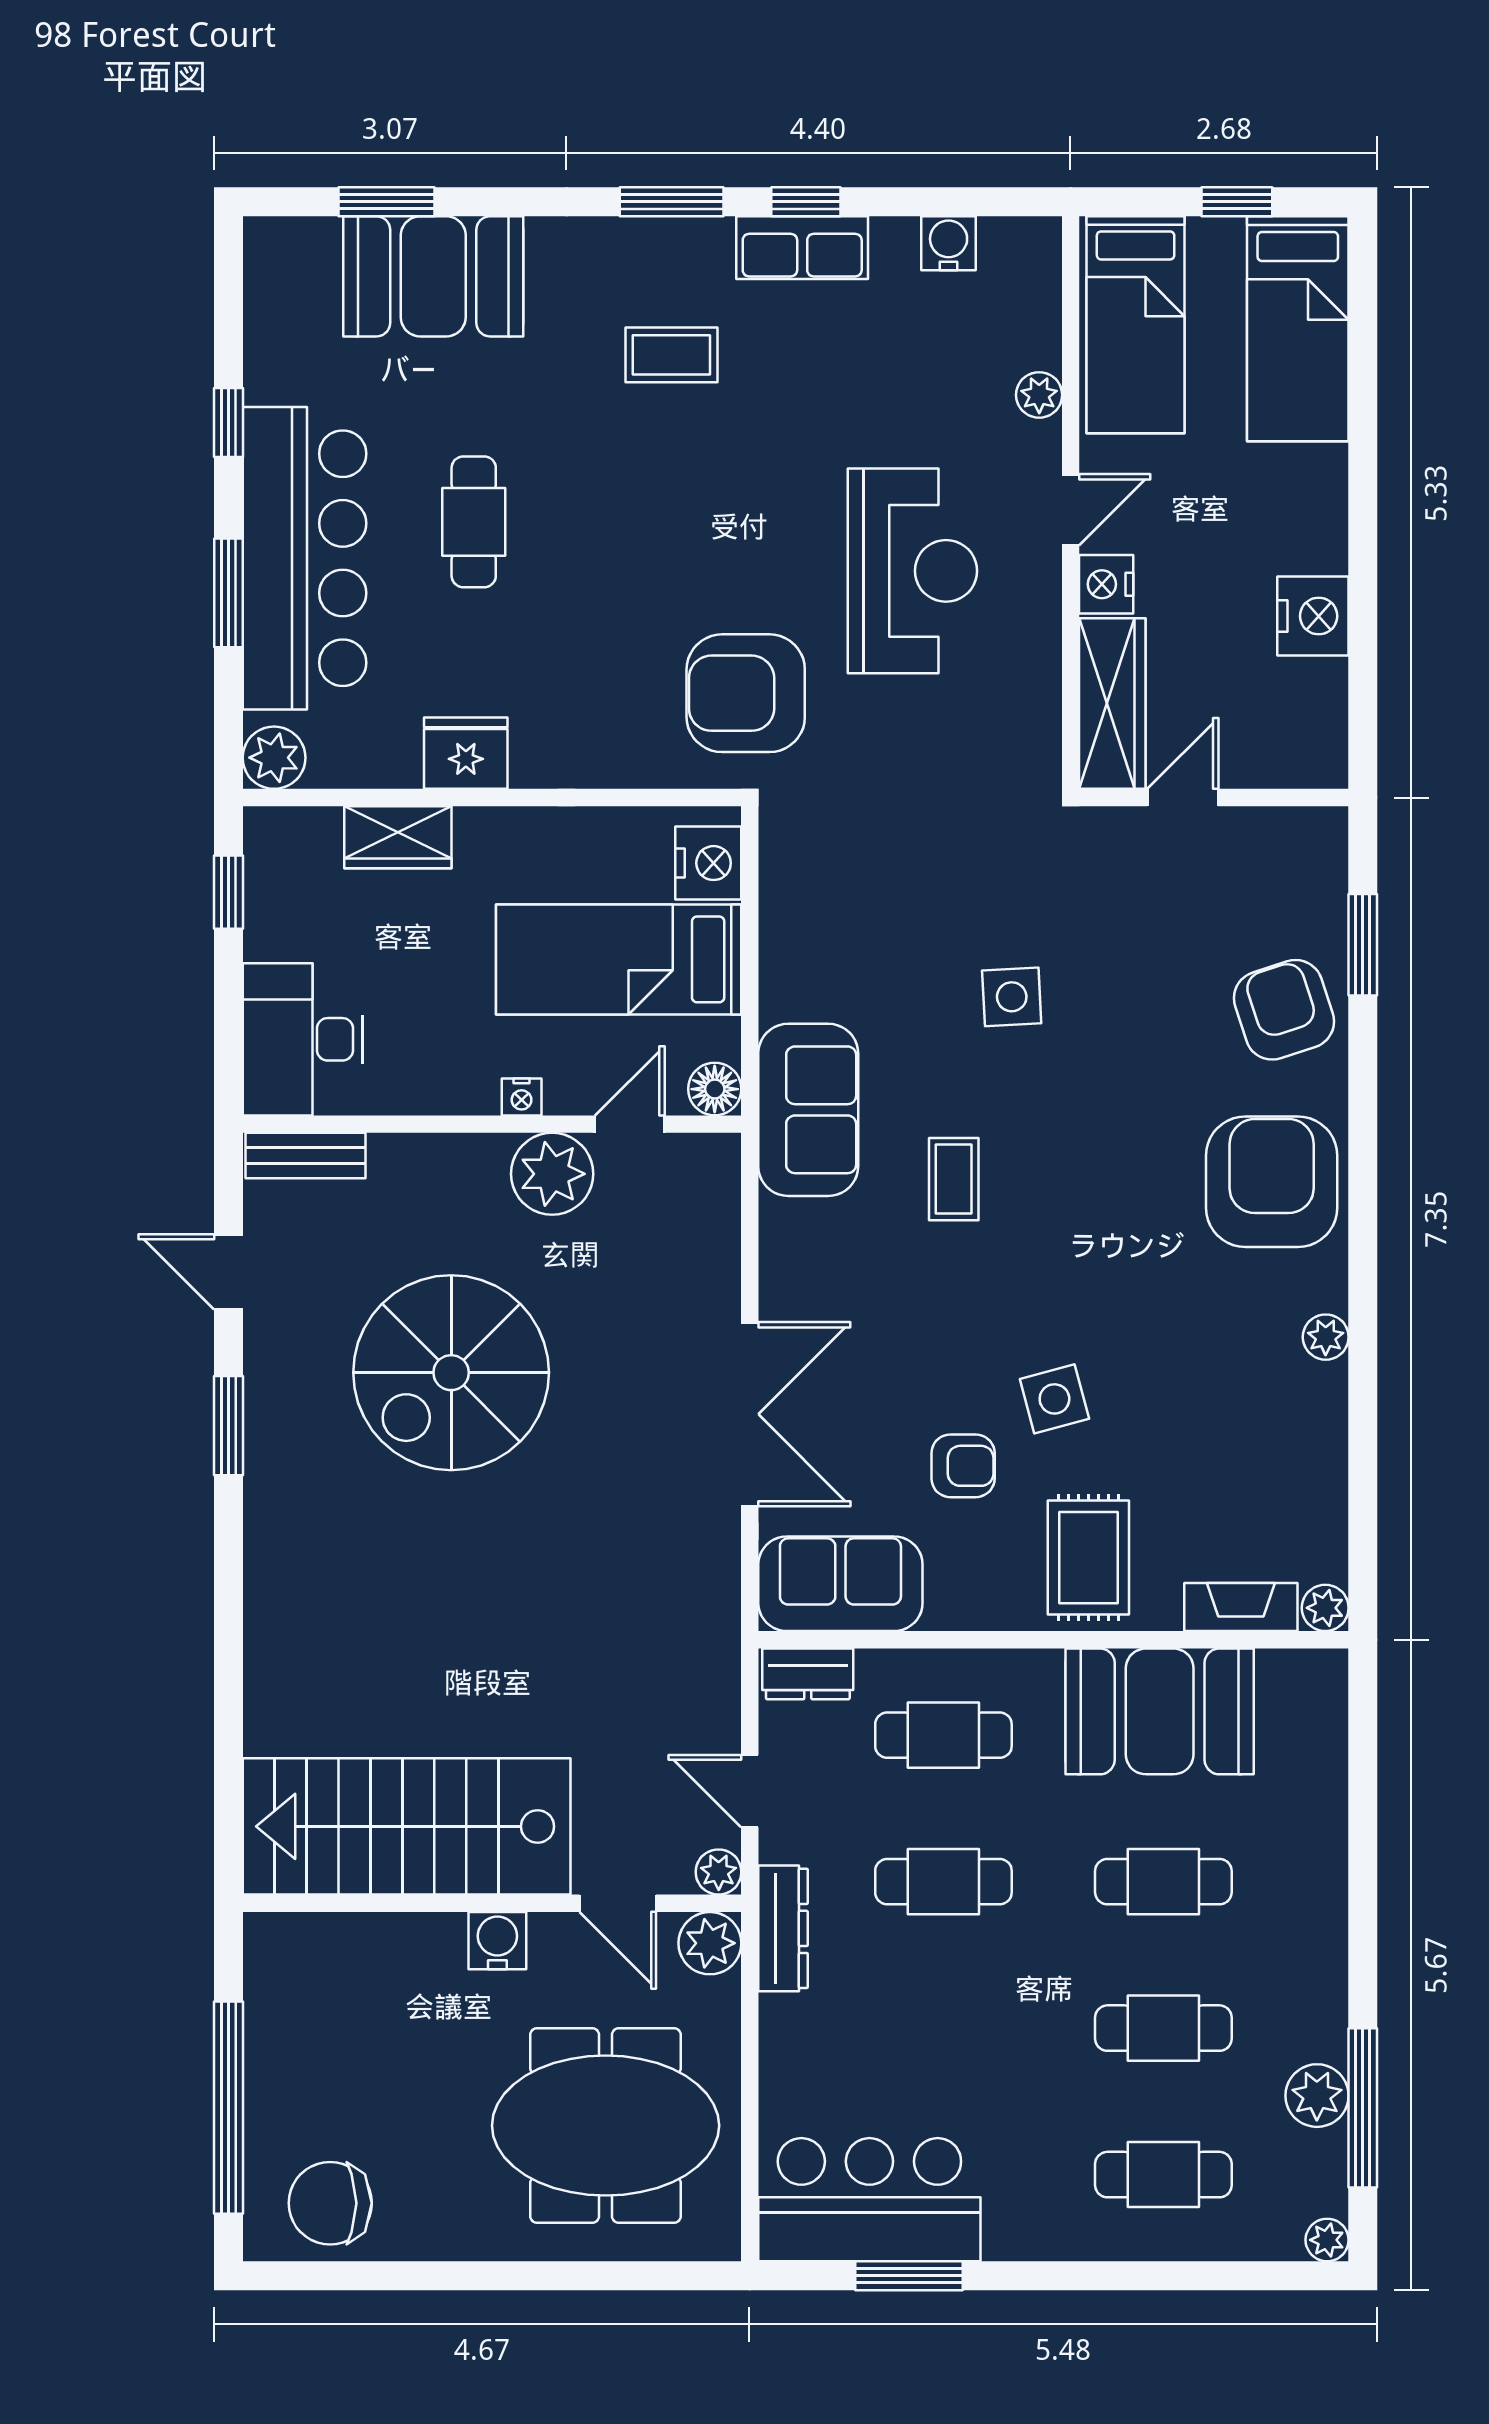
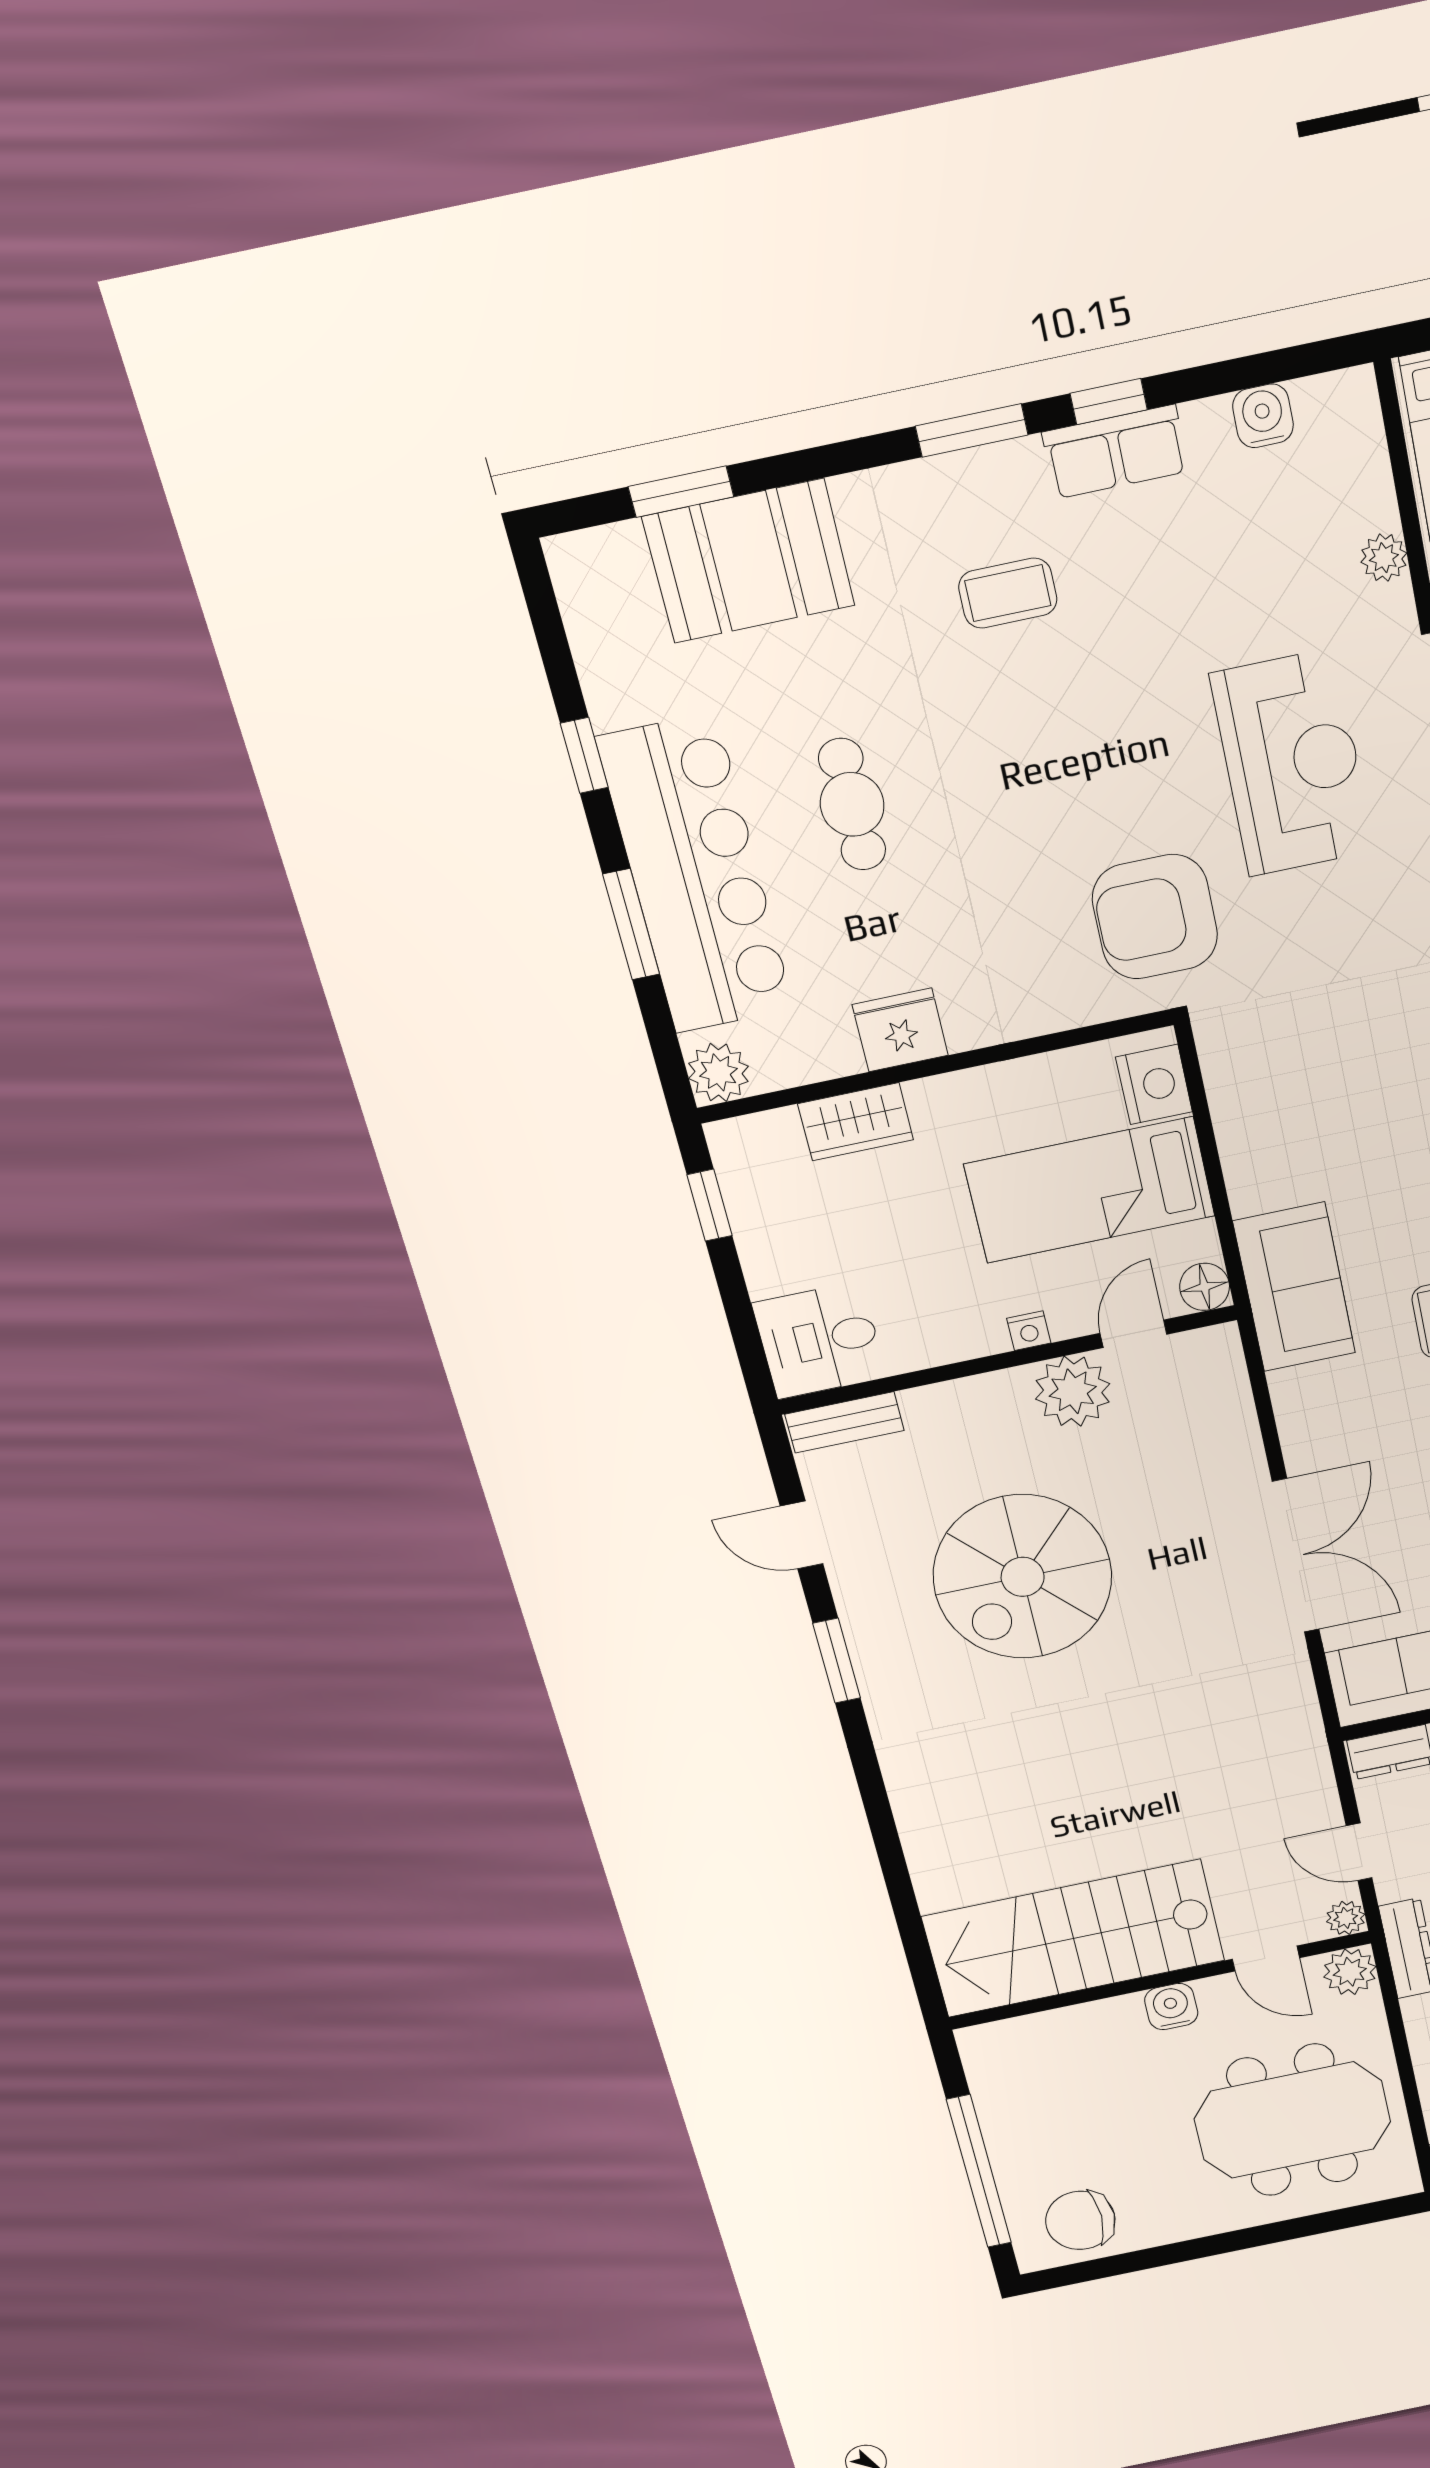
desk: (303, 1039) -> (819, 1340), width x0.73

